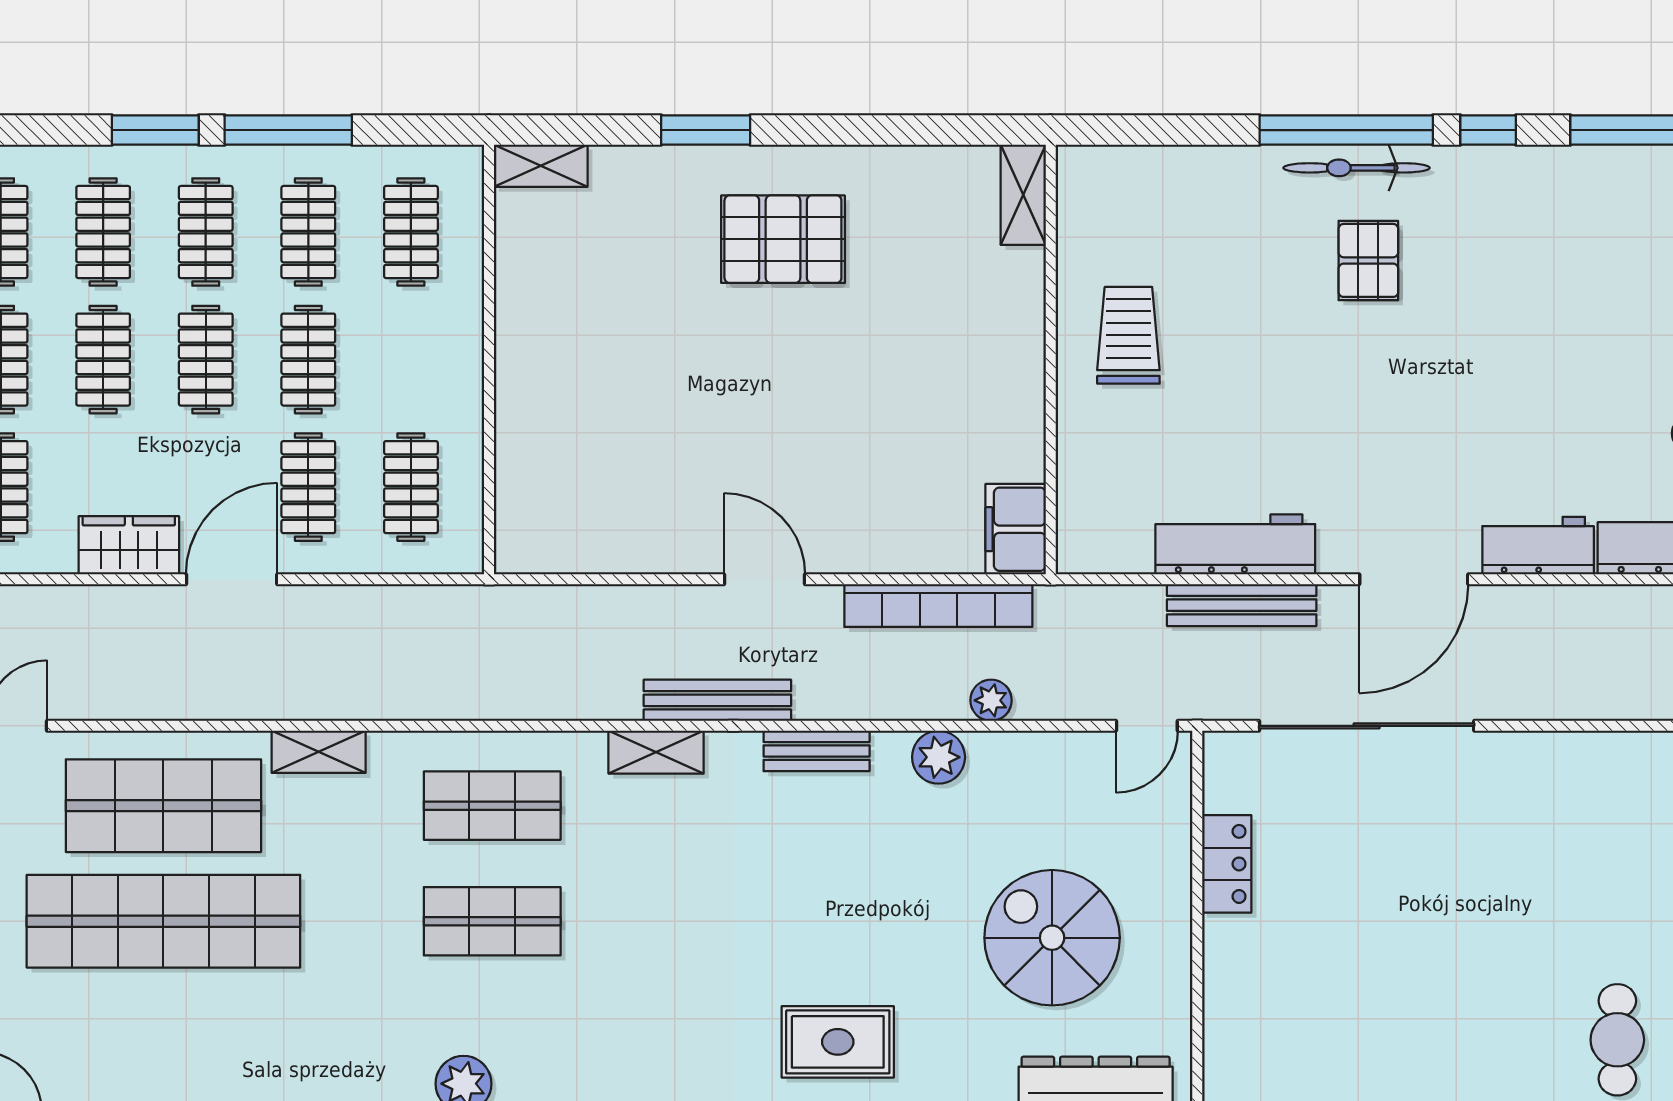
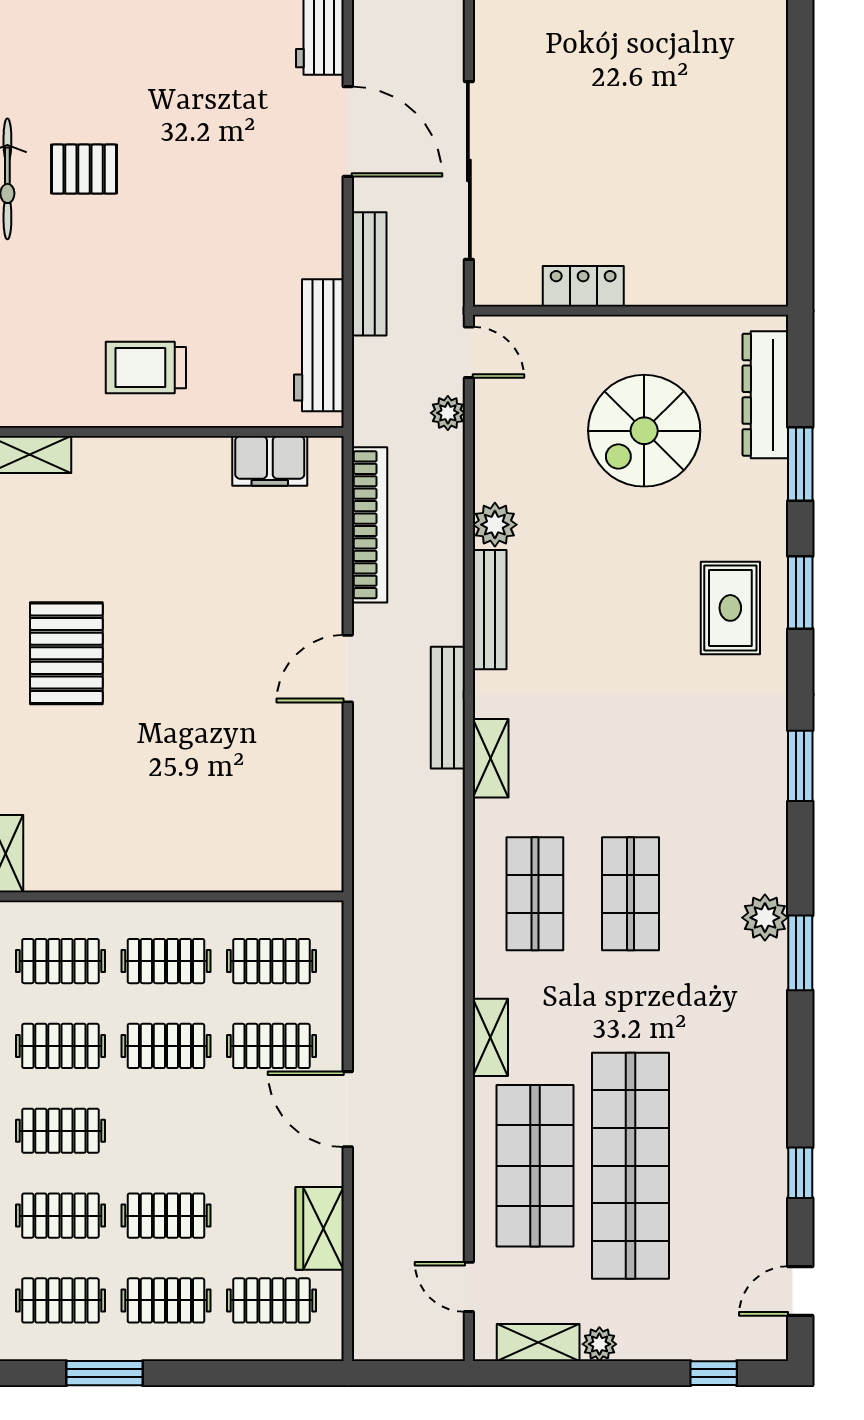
clothes rail: (206, 360) -> (166, 961), moved
filing cabinet: (1016, 529) -> (270, 461), moved
workbench: (1235, 544) -> (319, 345), moved
wardrobe: (129, 545) -> (320, 1228), moved
plant: (991, 700) -> (448, 413), moved
bench: (817, 751) -> (490, 610), width x1.36

